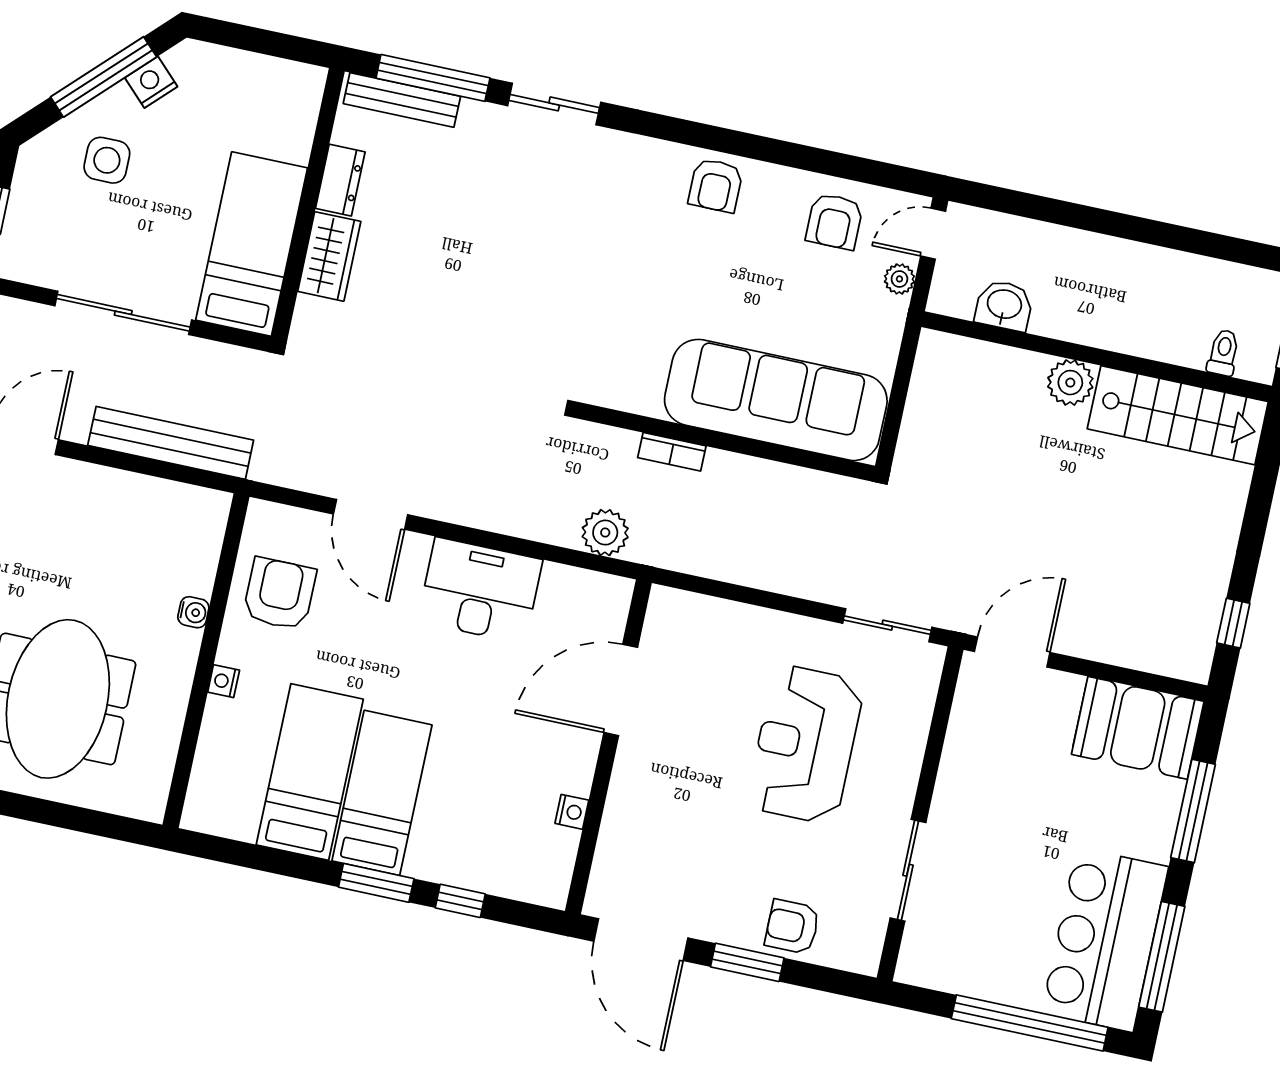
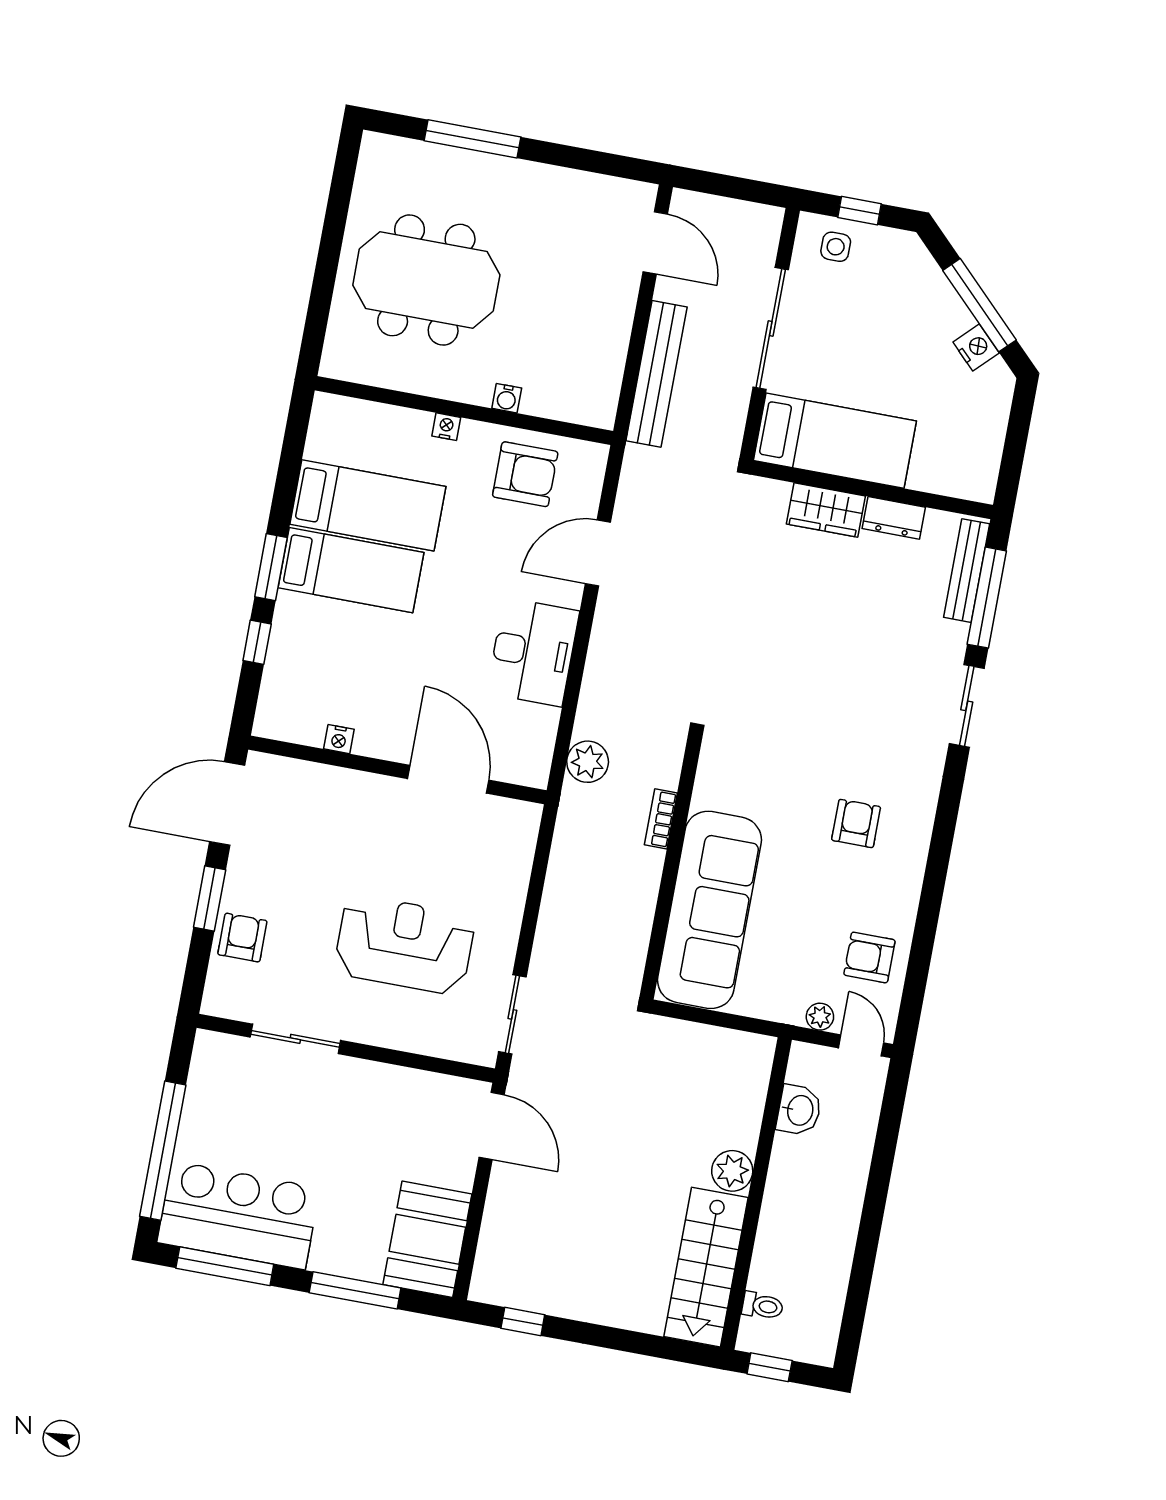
side table: (107, 160) -> (836, 247), moved, width x0.73, depth x0.73
armchair: (716, 185) -> (856, 823), moved, turned 90

